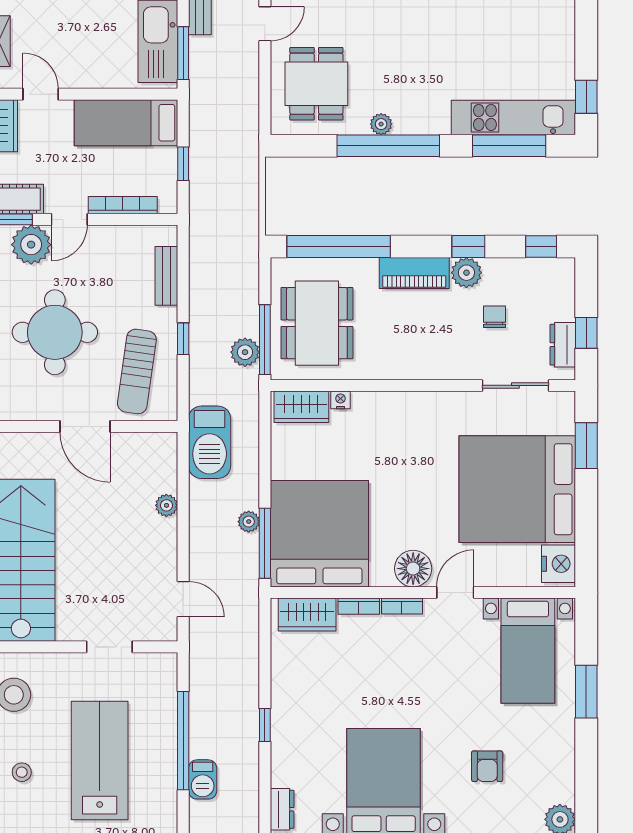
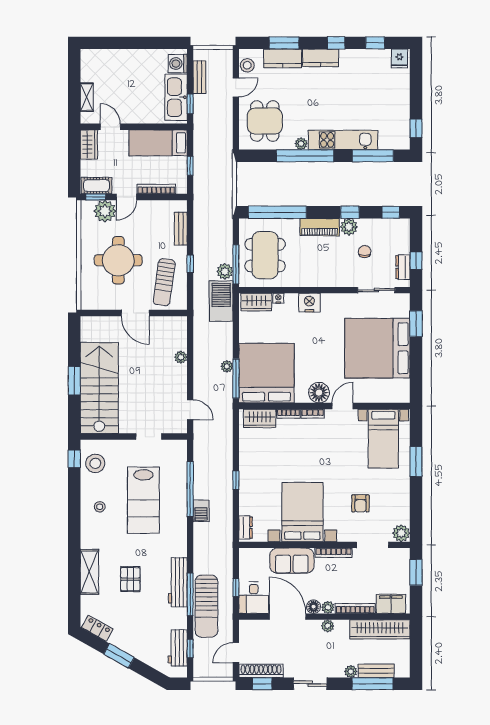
window: (183, 53) -> (190, 104), width x0.67
kitchen unit: (513, 117) -> (343, 140), moved
barbecue: (210, 442) -> (221, 301), moved, turned 180
nightstand: (558, 564) -> (309, 303), moved, turned -90
lab bench: (100, 761) -> (143, 500), turned 180

